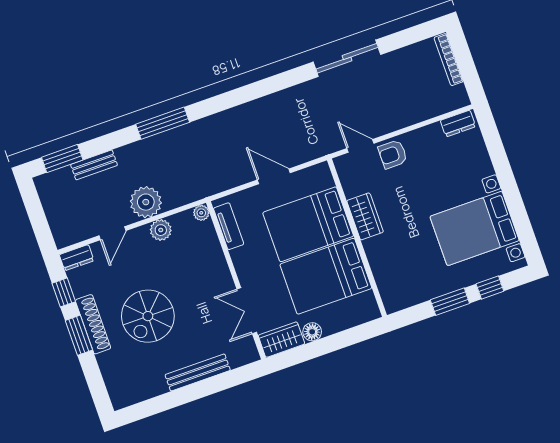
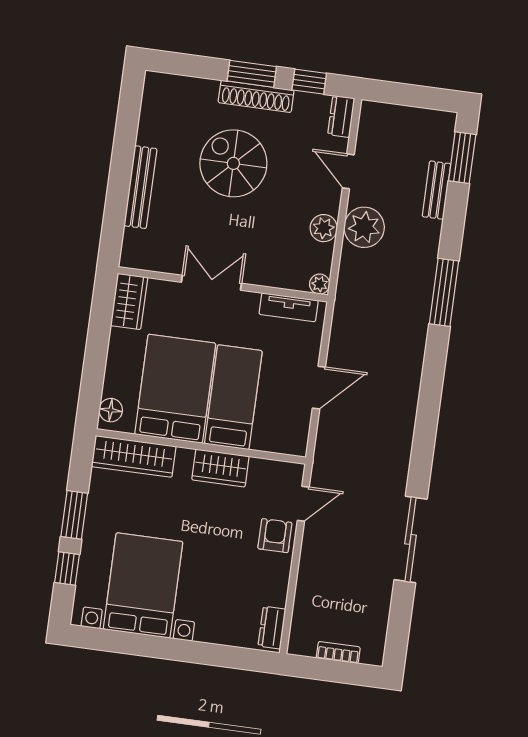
bookcase: (449, 60) -> (338, 653), width x0.64
bed: (308, 224) -> (233, 397), width x0.67
wardrobe: (388, 281) -> (134, 456), added
double door: (247, 311) -> (211, 283), moved
floor lamp: (312, 332) -> (111, 410), moved

